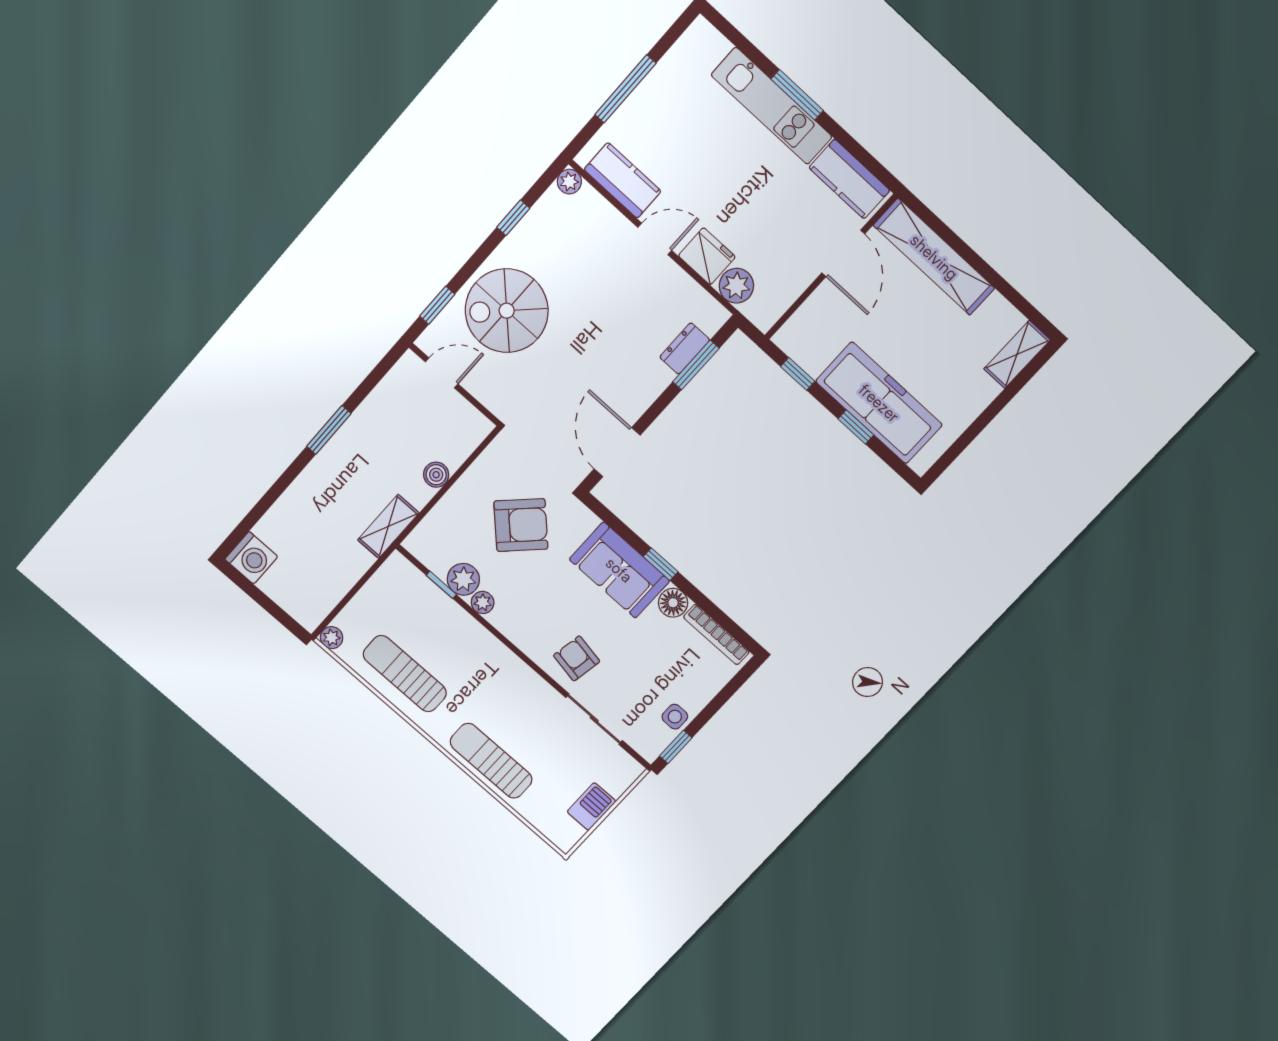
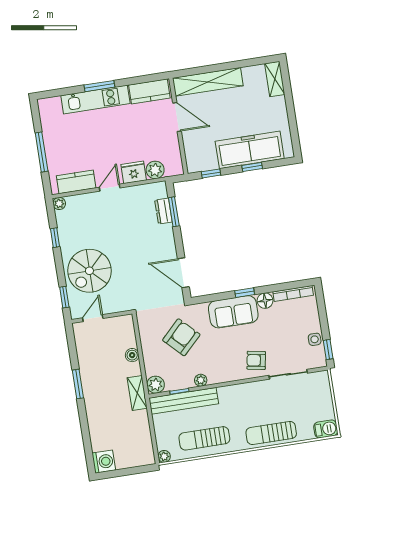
plant: (463, 579) -> (156, 385), moved
bench: (433, 602) -> (184, 401), added
barbecue: (591, 806) -> (326, 429), moved, turned 90

